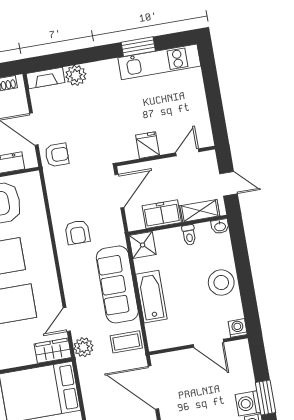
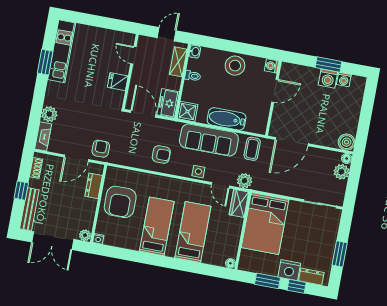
freezer: (162, 214) -> (168, 103), moved
side table: (74, 286) -> (198, 172), added

